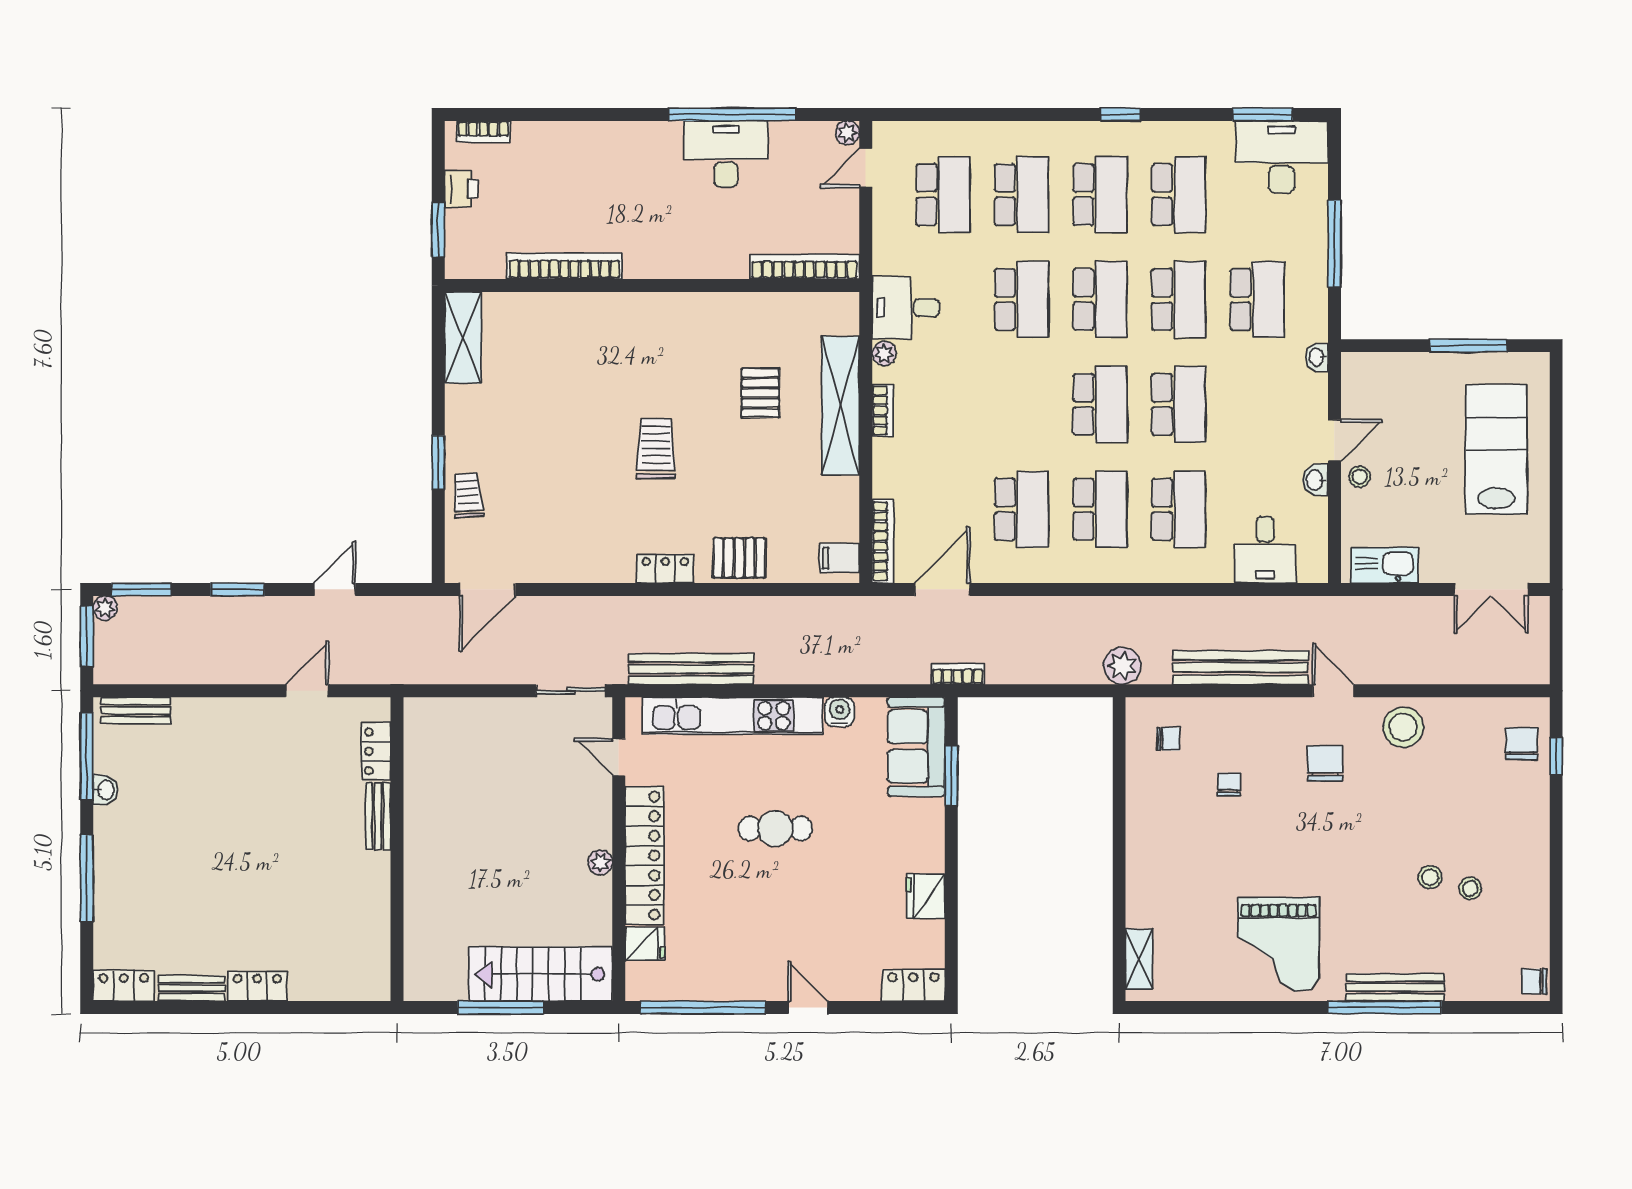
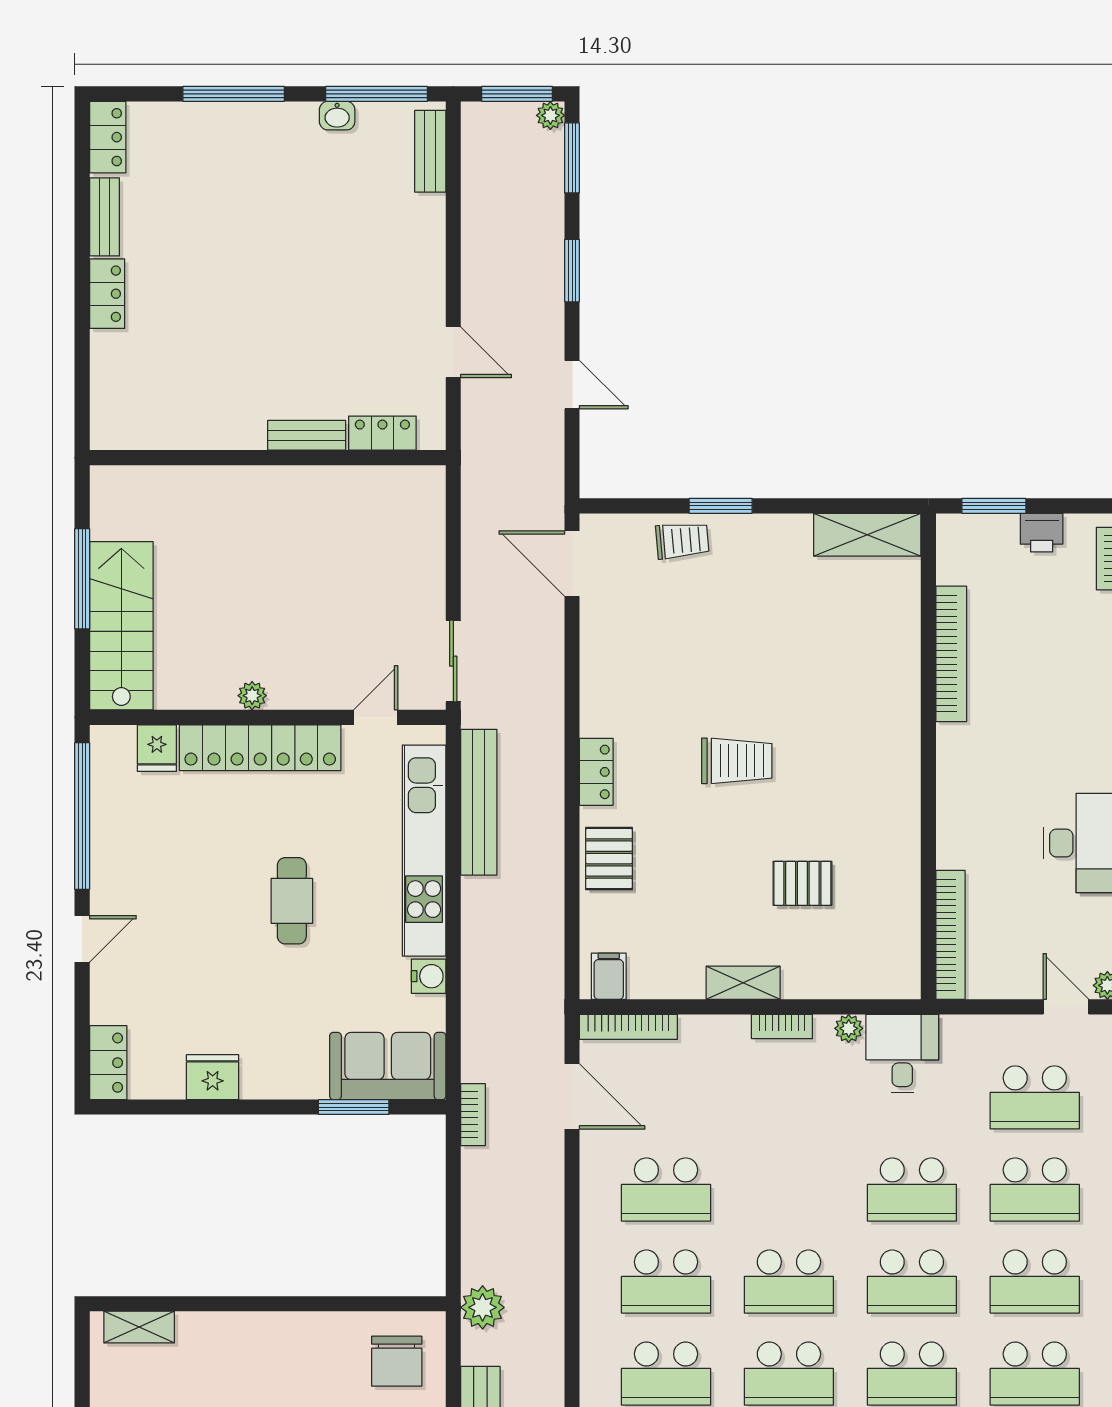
shelving: (840, 405) -> (743, 983), width x0.45, depth x0.75
chair: (1168, 739) -> (397, 1361), width x1.87, depth x1.87

